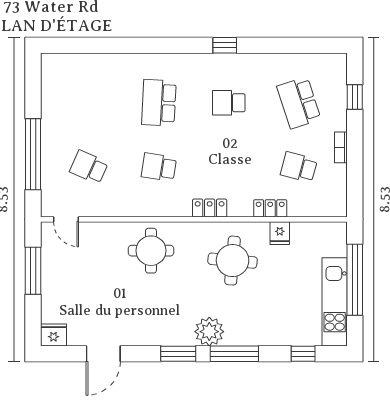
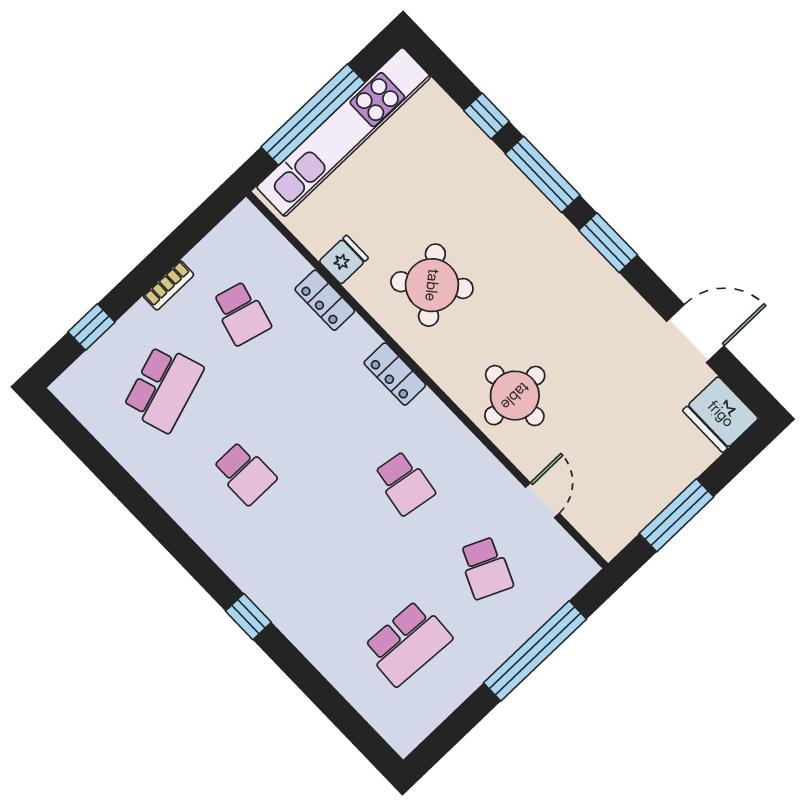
window: (225, 45) -> (248, 617), moved
school desk: (159, 103) -> (408, 643), moved
door: (66, 219) -> (542, 500), moved
round table: (233, 261) -> (432, 285), turned 45
kitchen unit: (335, 302) -> (344, 132), width x1.36
plant: (209, 332) -> (545, 231), removed
fridge: (53, 335) -> (721, 414), width x1.36, depth x1.34
window: (303, 354) -> (487, 116), moved

